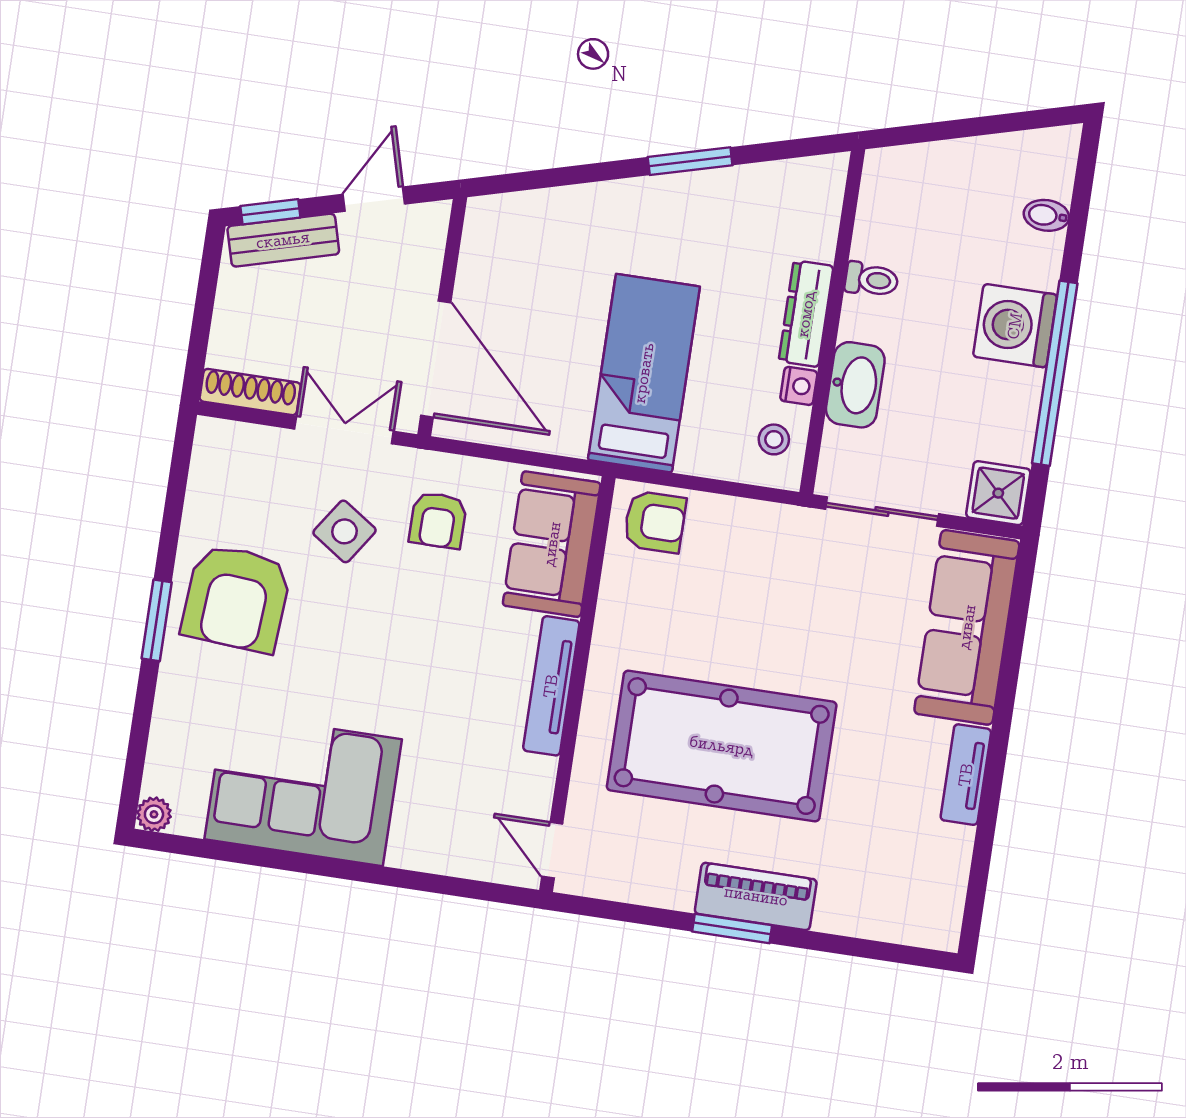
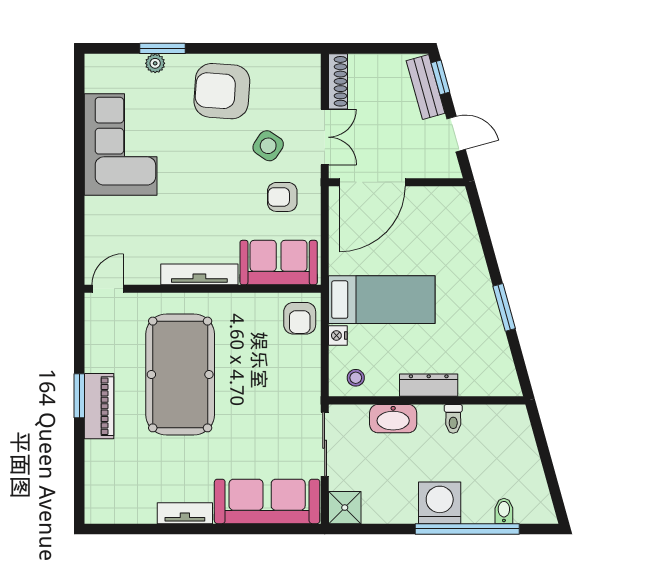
window: (1055, 373) -> (467, 529), moved
nightstand: (799, 386) -> (338, 335), moved, turned 90
window: (157, 620) -> (163, 48), moved
plant: (154, 814) -> (155, 63), moved

